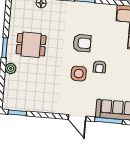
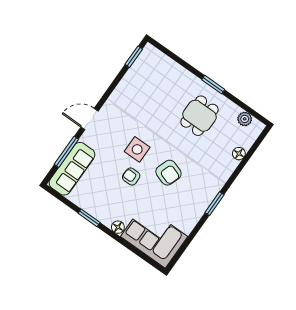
armchair: (82, 43) -> (168, 173), turned -71
plant: (11, 68) -> (245, 119), moved

